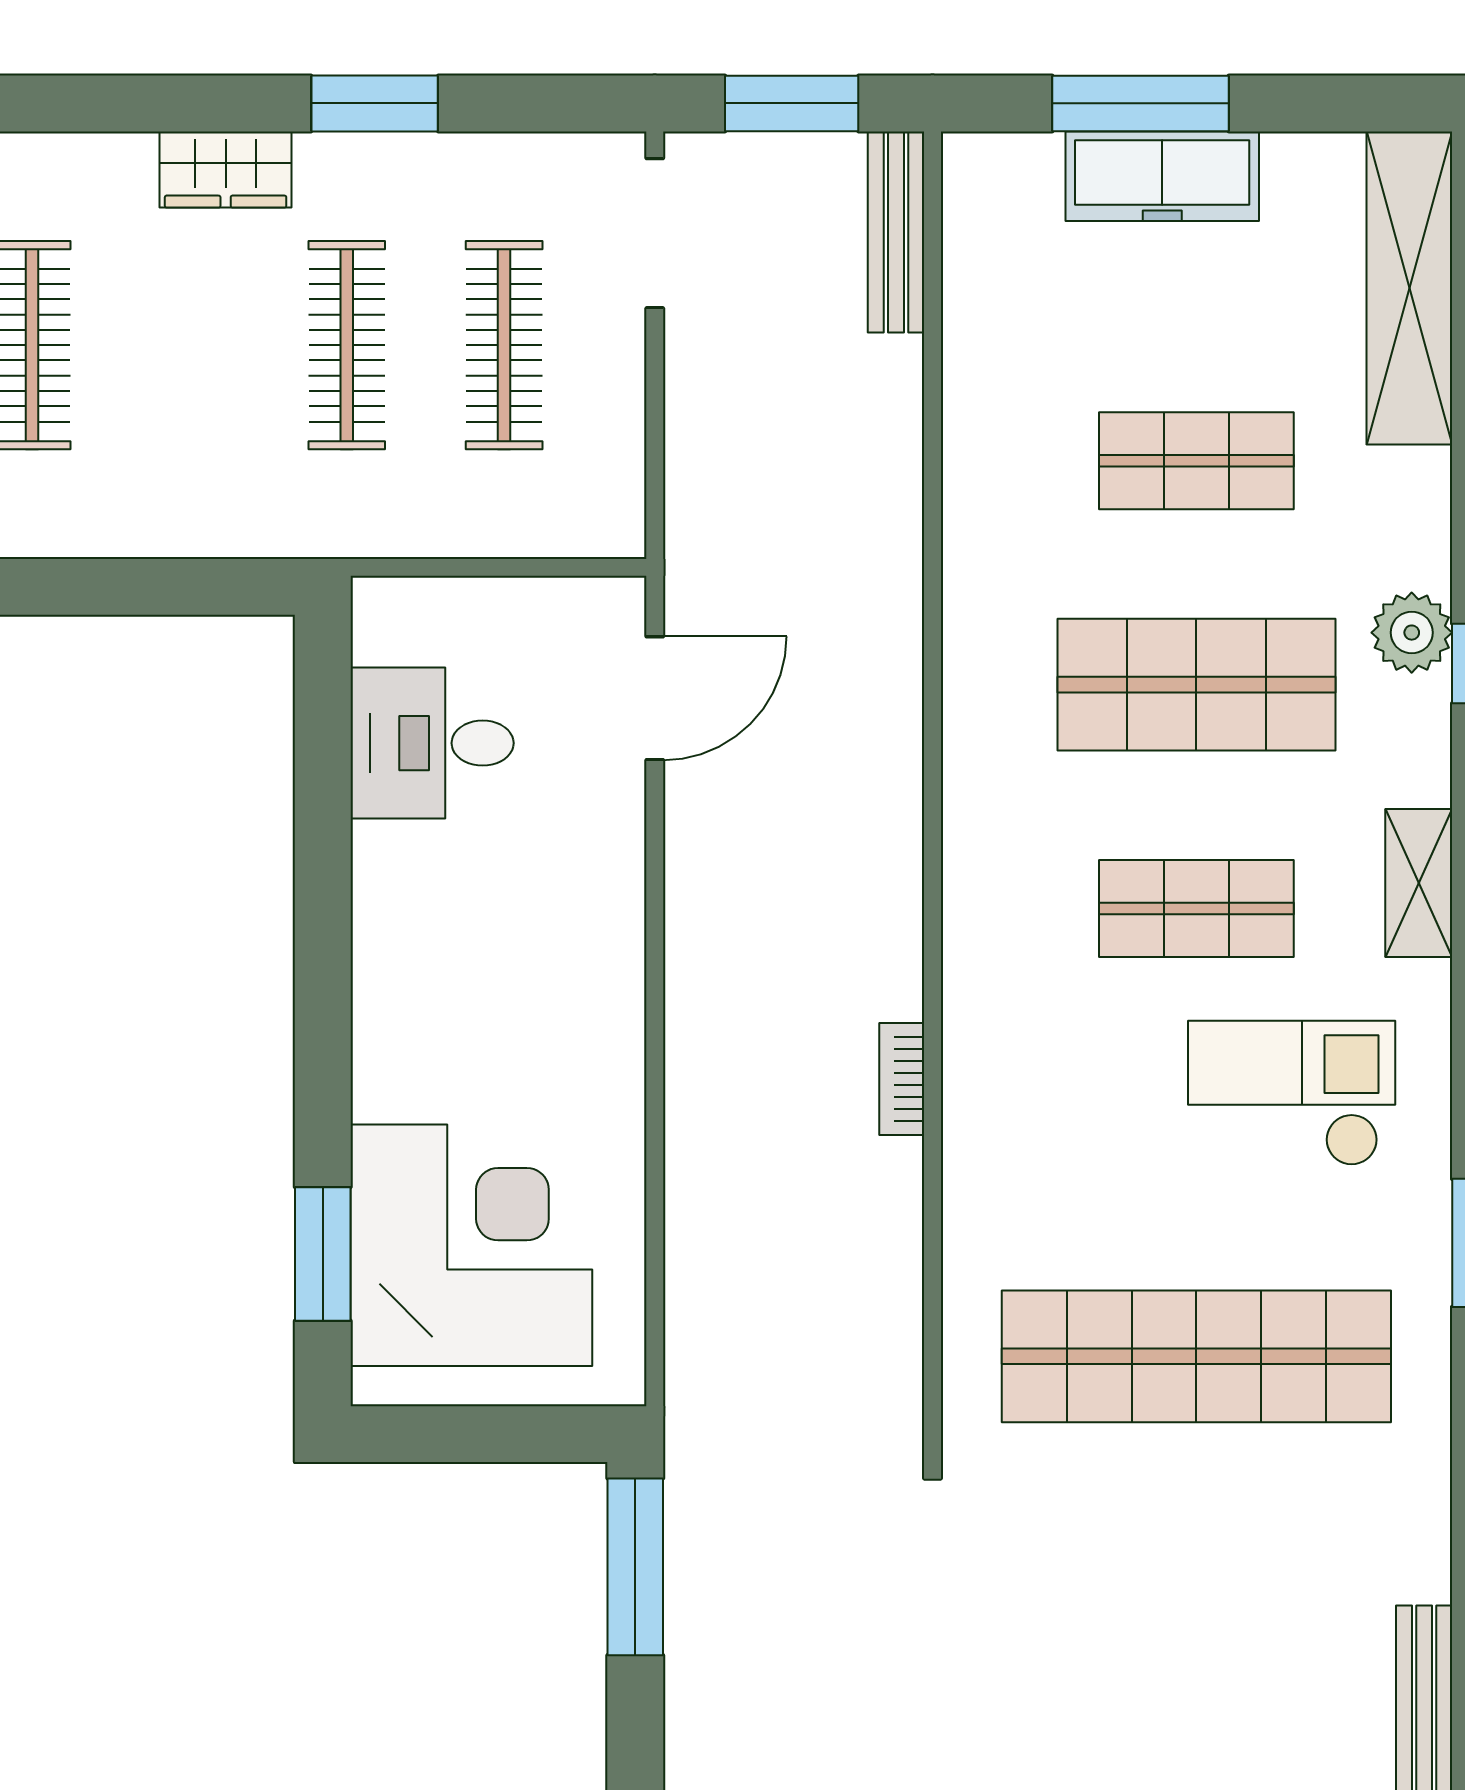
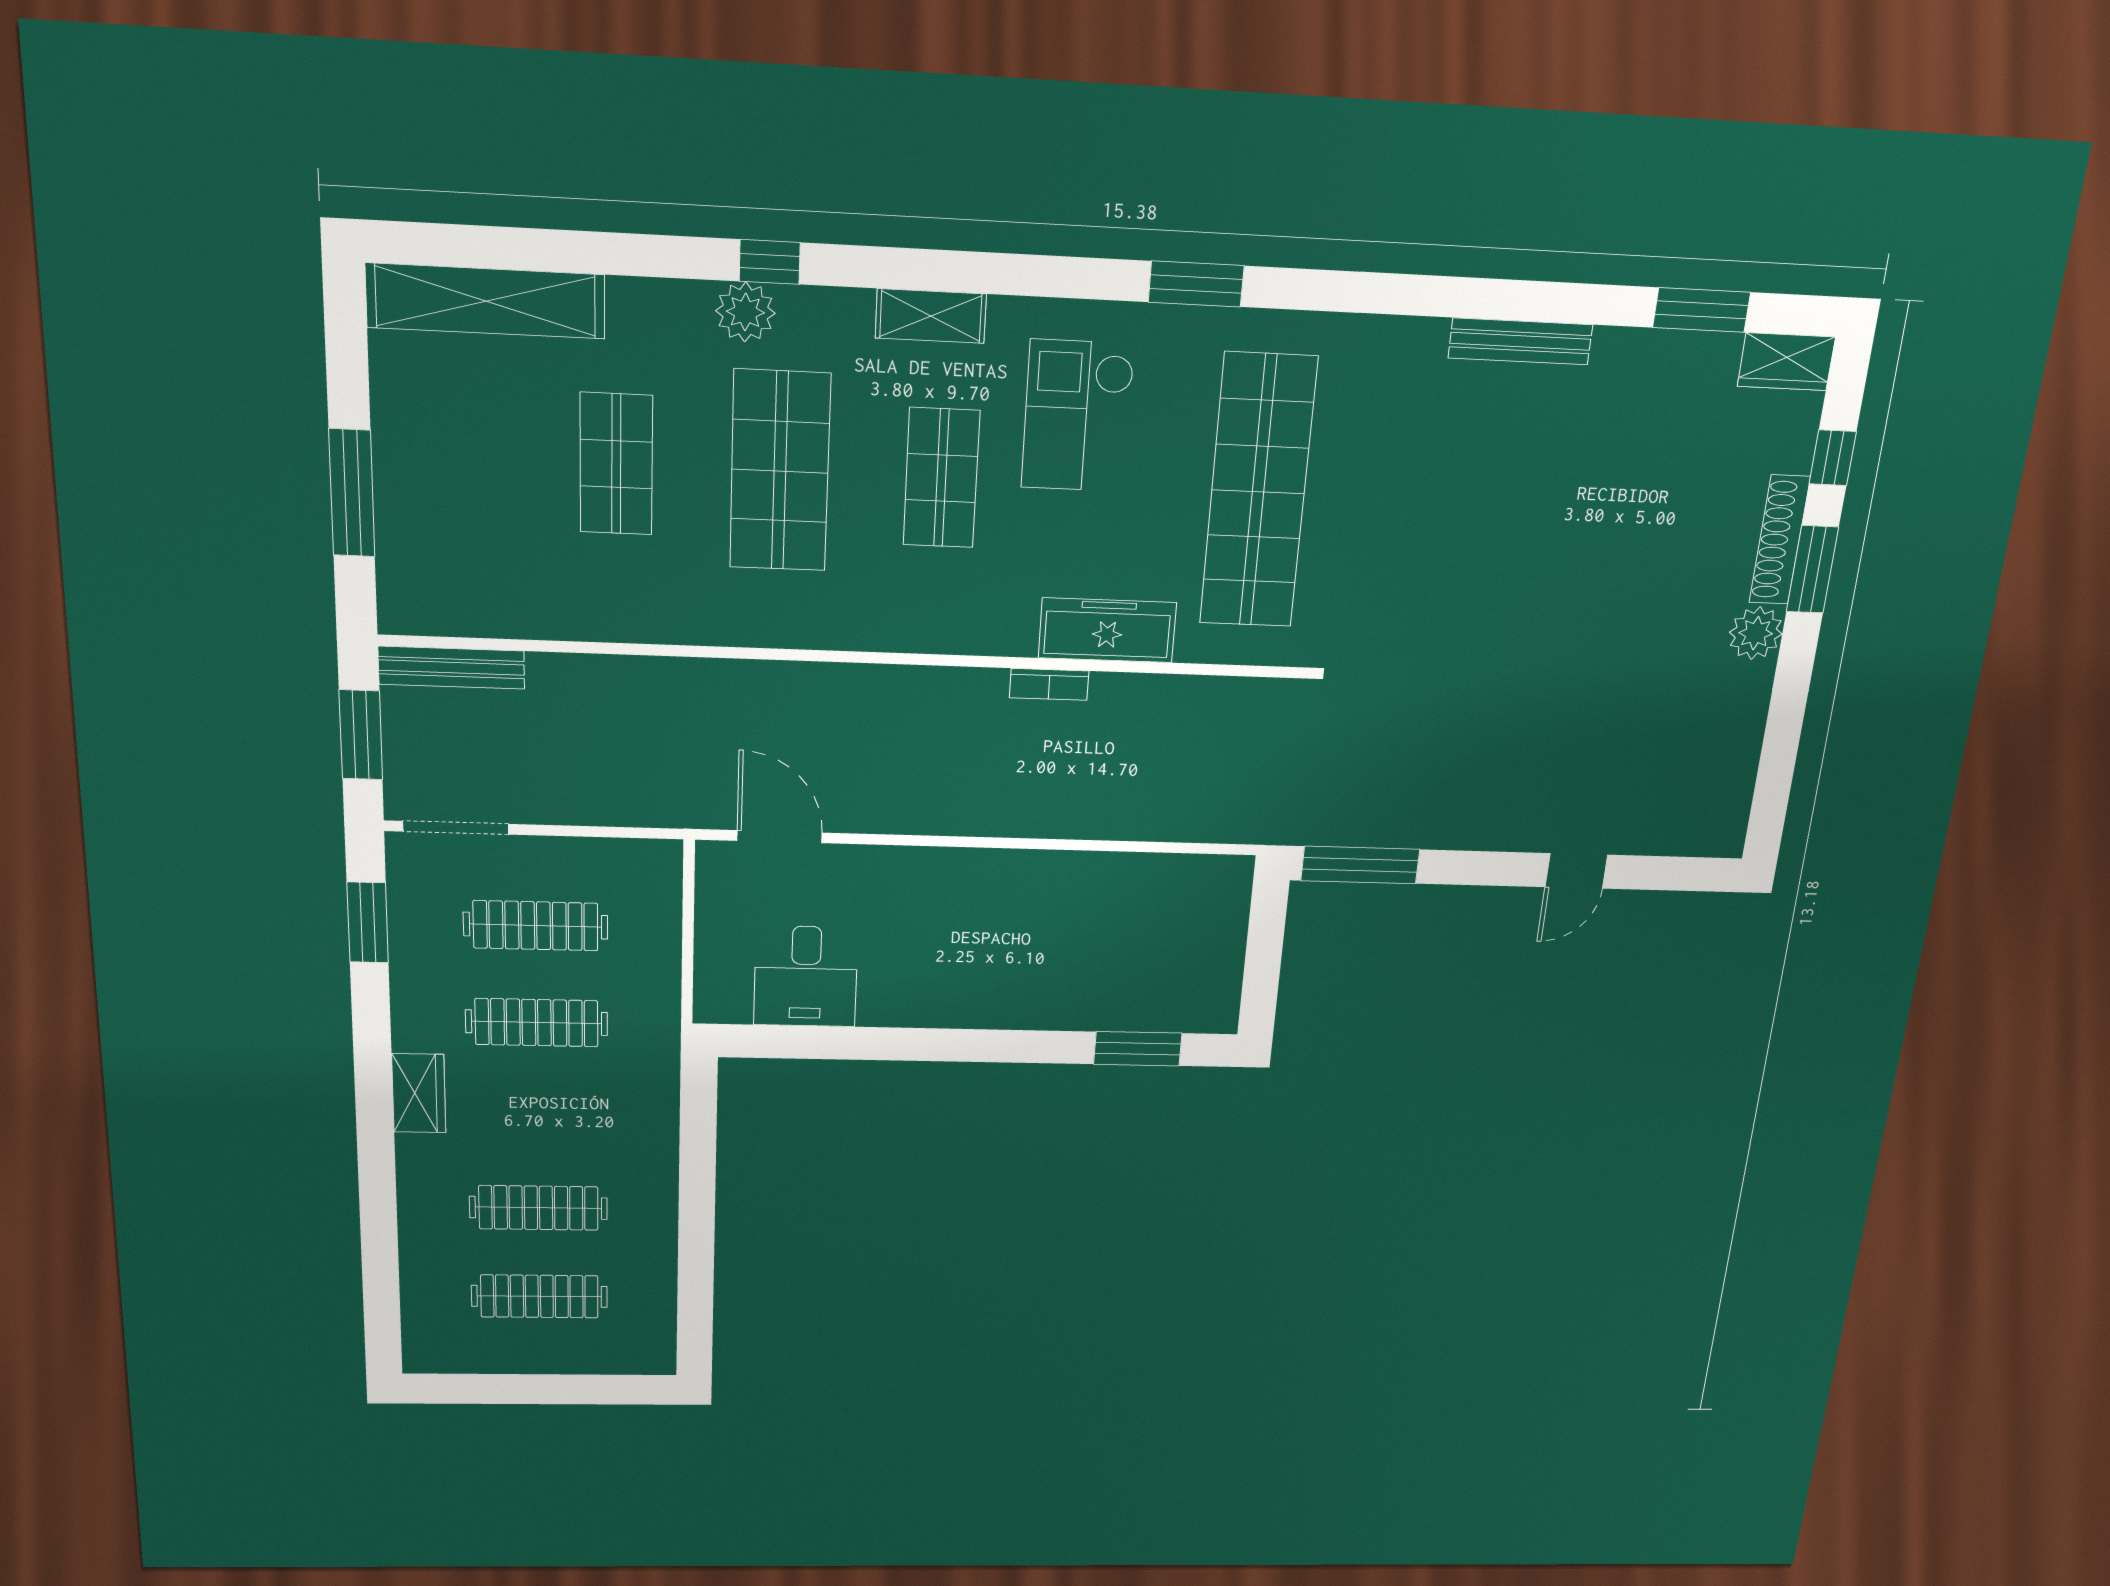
window: (375, 103) -> (368, 922), moved
freezer: (1162, 176) -> (1107, 630), moved, turned -90
corner desk: (471, 1245) -> (1140, 960), removed

